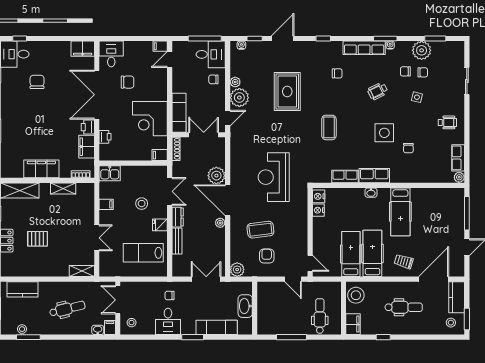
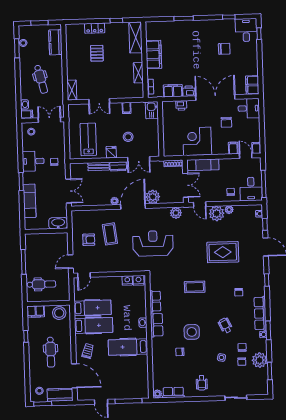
filing cabinet: (160, 155) -> (233, 148), moved
plant: (237, 270) -> (176, 213), moved
washbasin: (245, 306) -> (58, 223), moved

